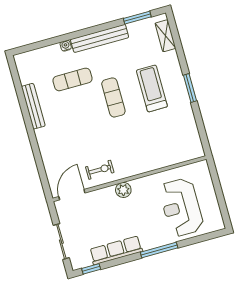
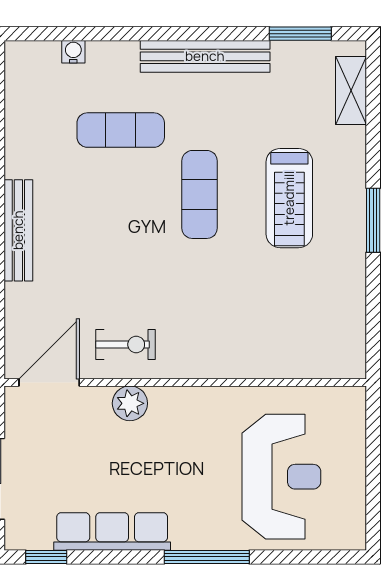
water cooler: (66, 46) -> (73, 52), moved
treadmill: (152, 88) -> (289, 198), turned 180
bench: (33, 106) -> (18, 230), moved
plant: (123, 190) -> (130, 403), moved
reception desk: (181, 207) -> (281, 477), turned 180

